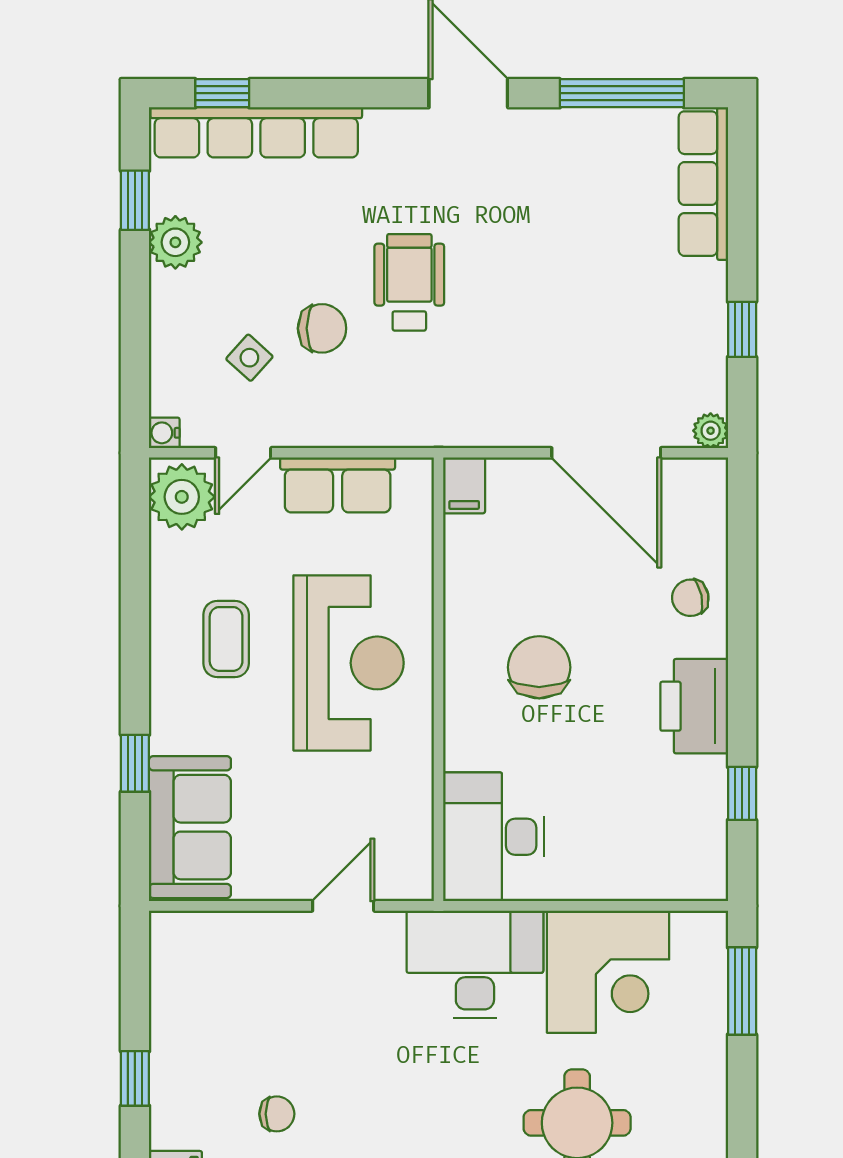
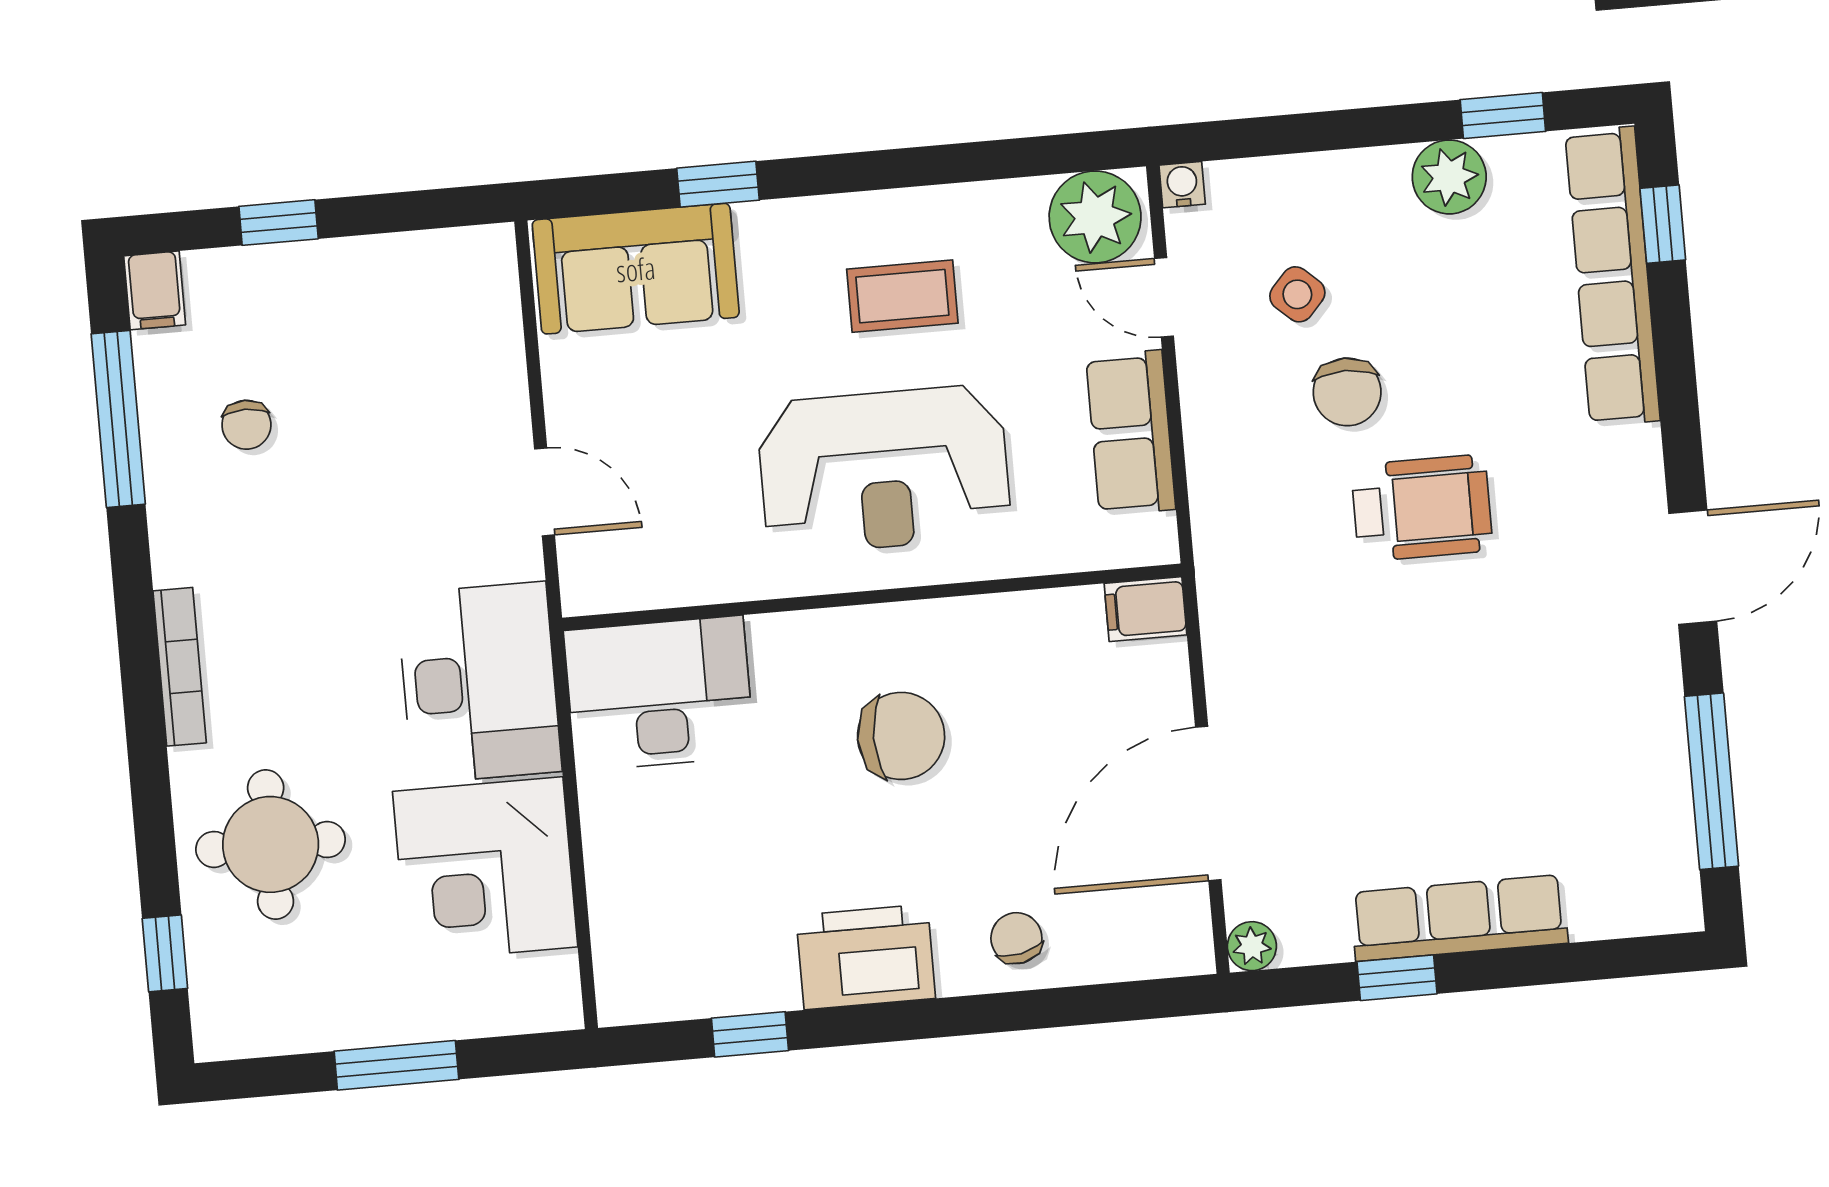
row of seats: (703, 184) -> (1459, 918), moved
window: (742, 991) -> (396, 1065), moved

